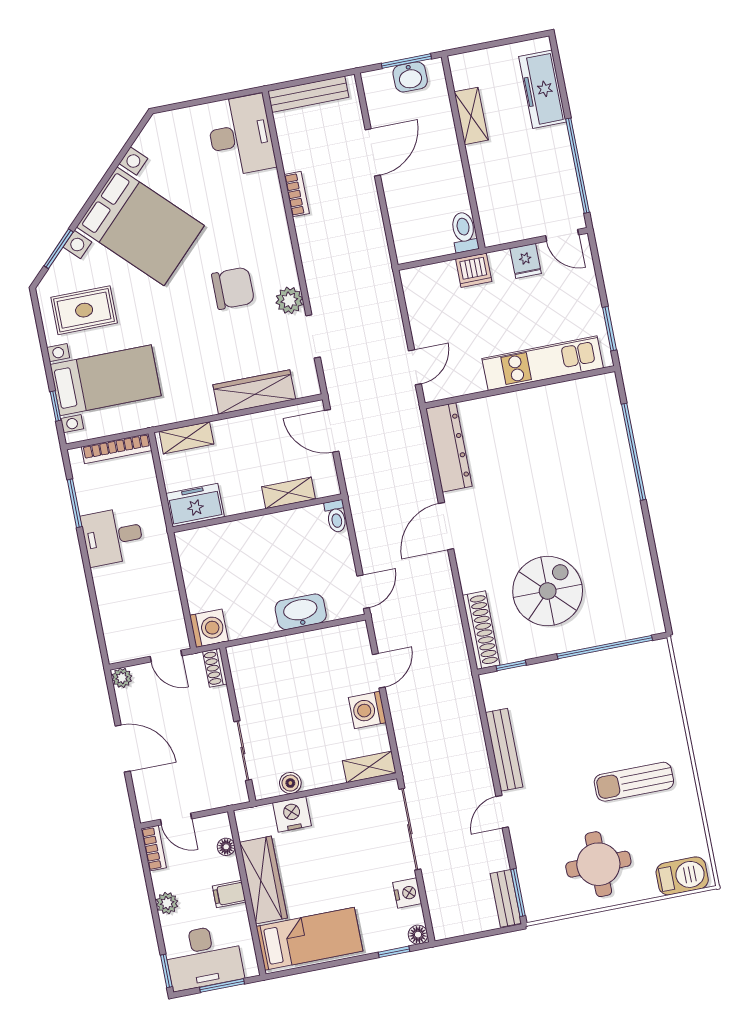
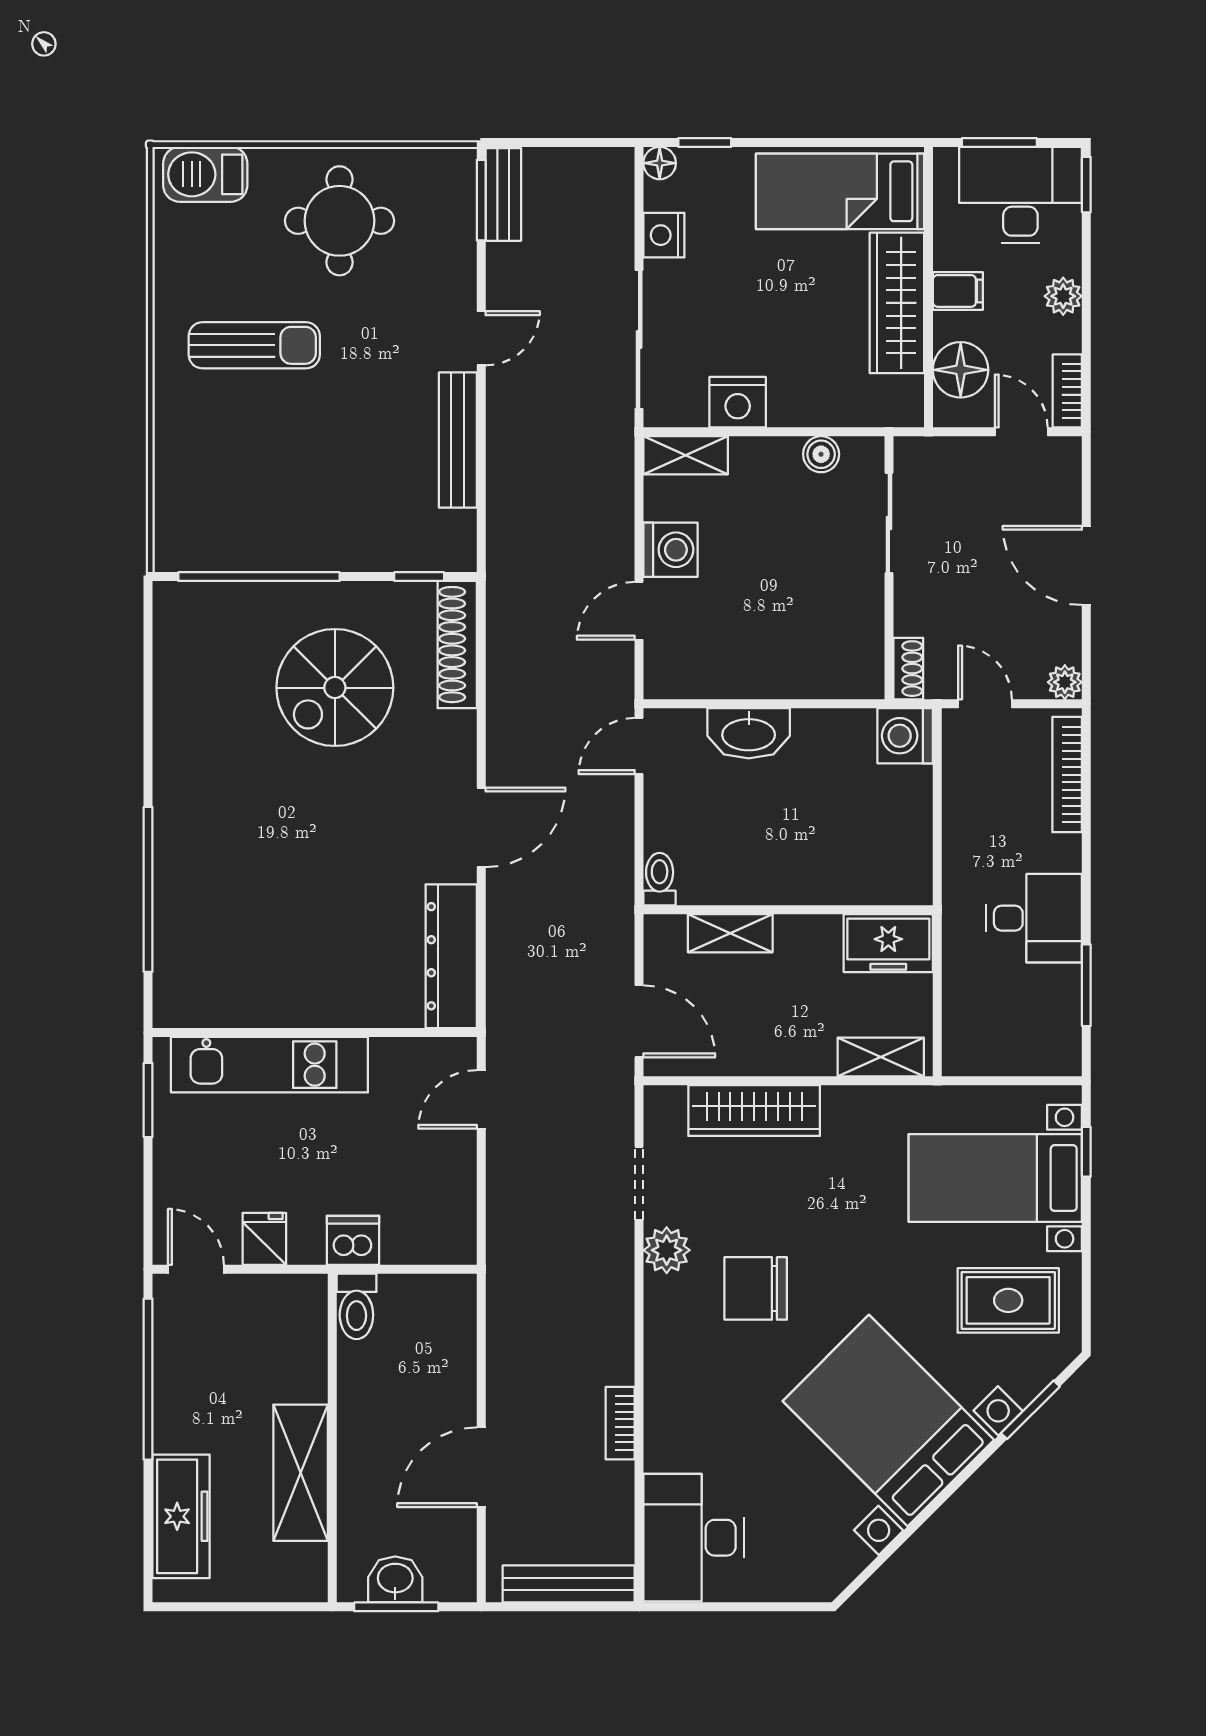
shelving: (471, 116) -> (301, 1473), width x1.50, depth x1.33
bookcase: (117, 449) -> (1067, 775), moved, turned -90
nightstand: (292, 814) -> (738, 402), moved
floor lamp: (226, 847) -> (961, 370), width x1.89, depth x1.89

